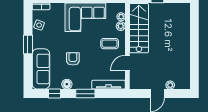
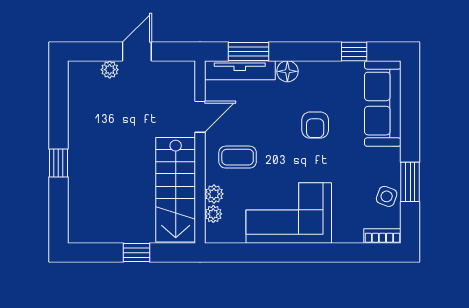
window: (194, 41) -> (58, 163), added
window: (28, 45) -> (410, 182), moved
floor lamp: (67, 84) -> (287, 71), moved
window: (85, 94) -> (248, 52), moved

